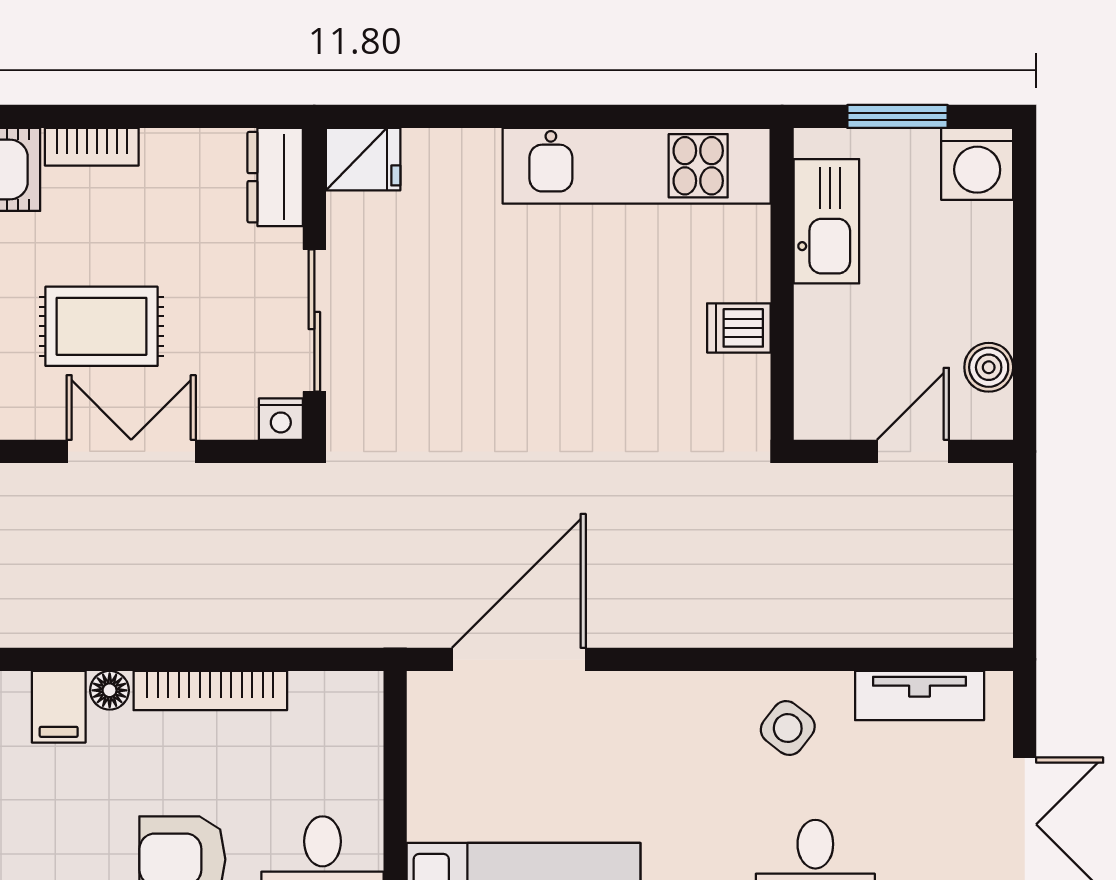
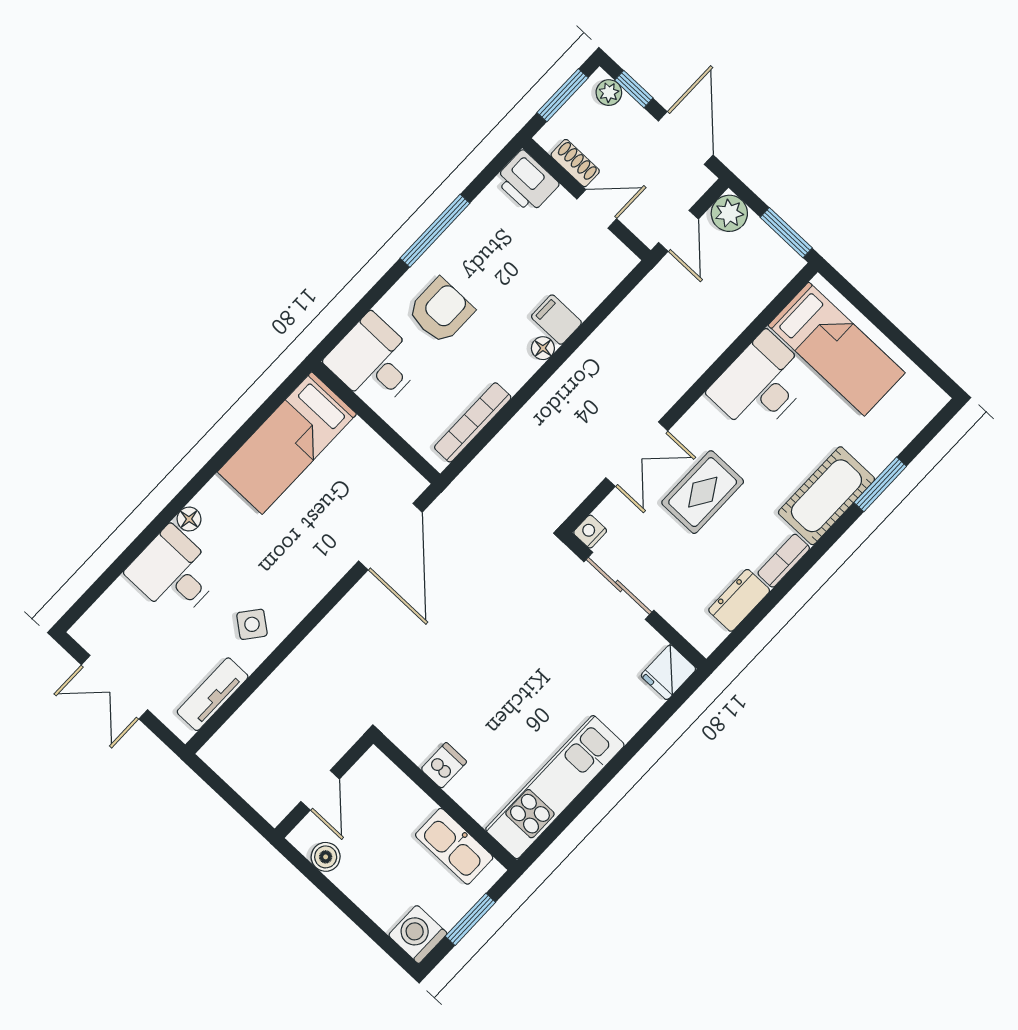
dresser: (275, 177) -> (739, 600), moved, turned -90
bookcase: (210, 691) -> (473, 422), moved

